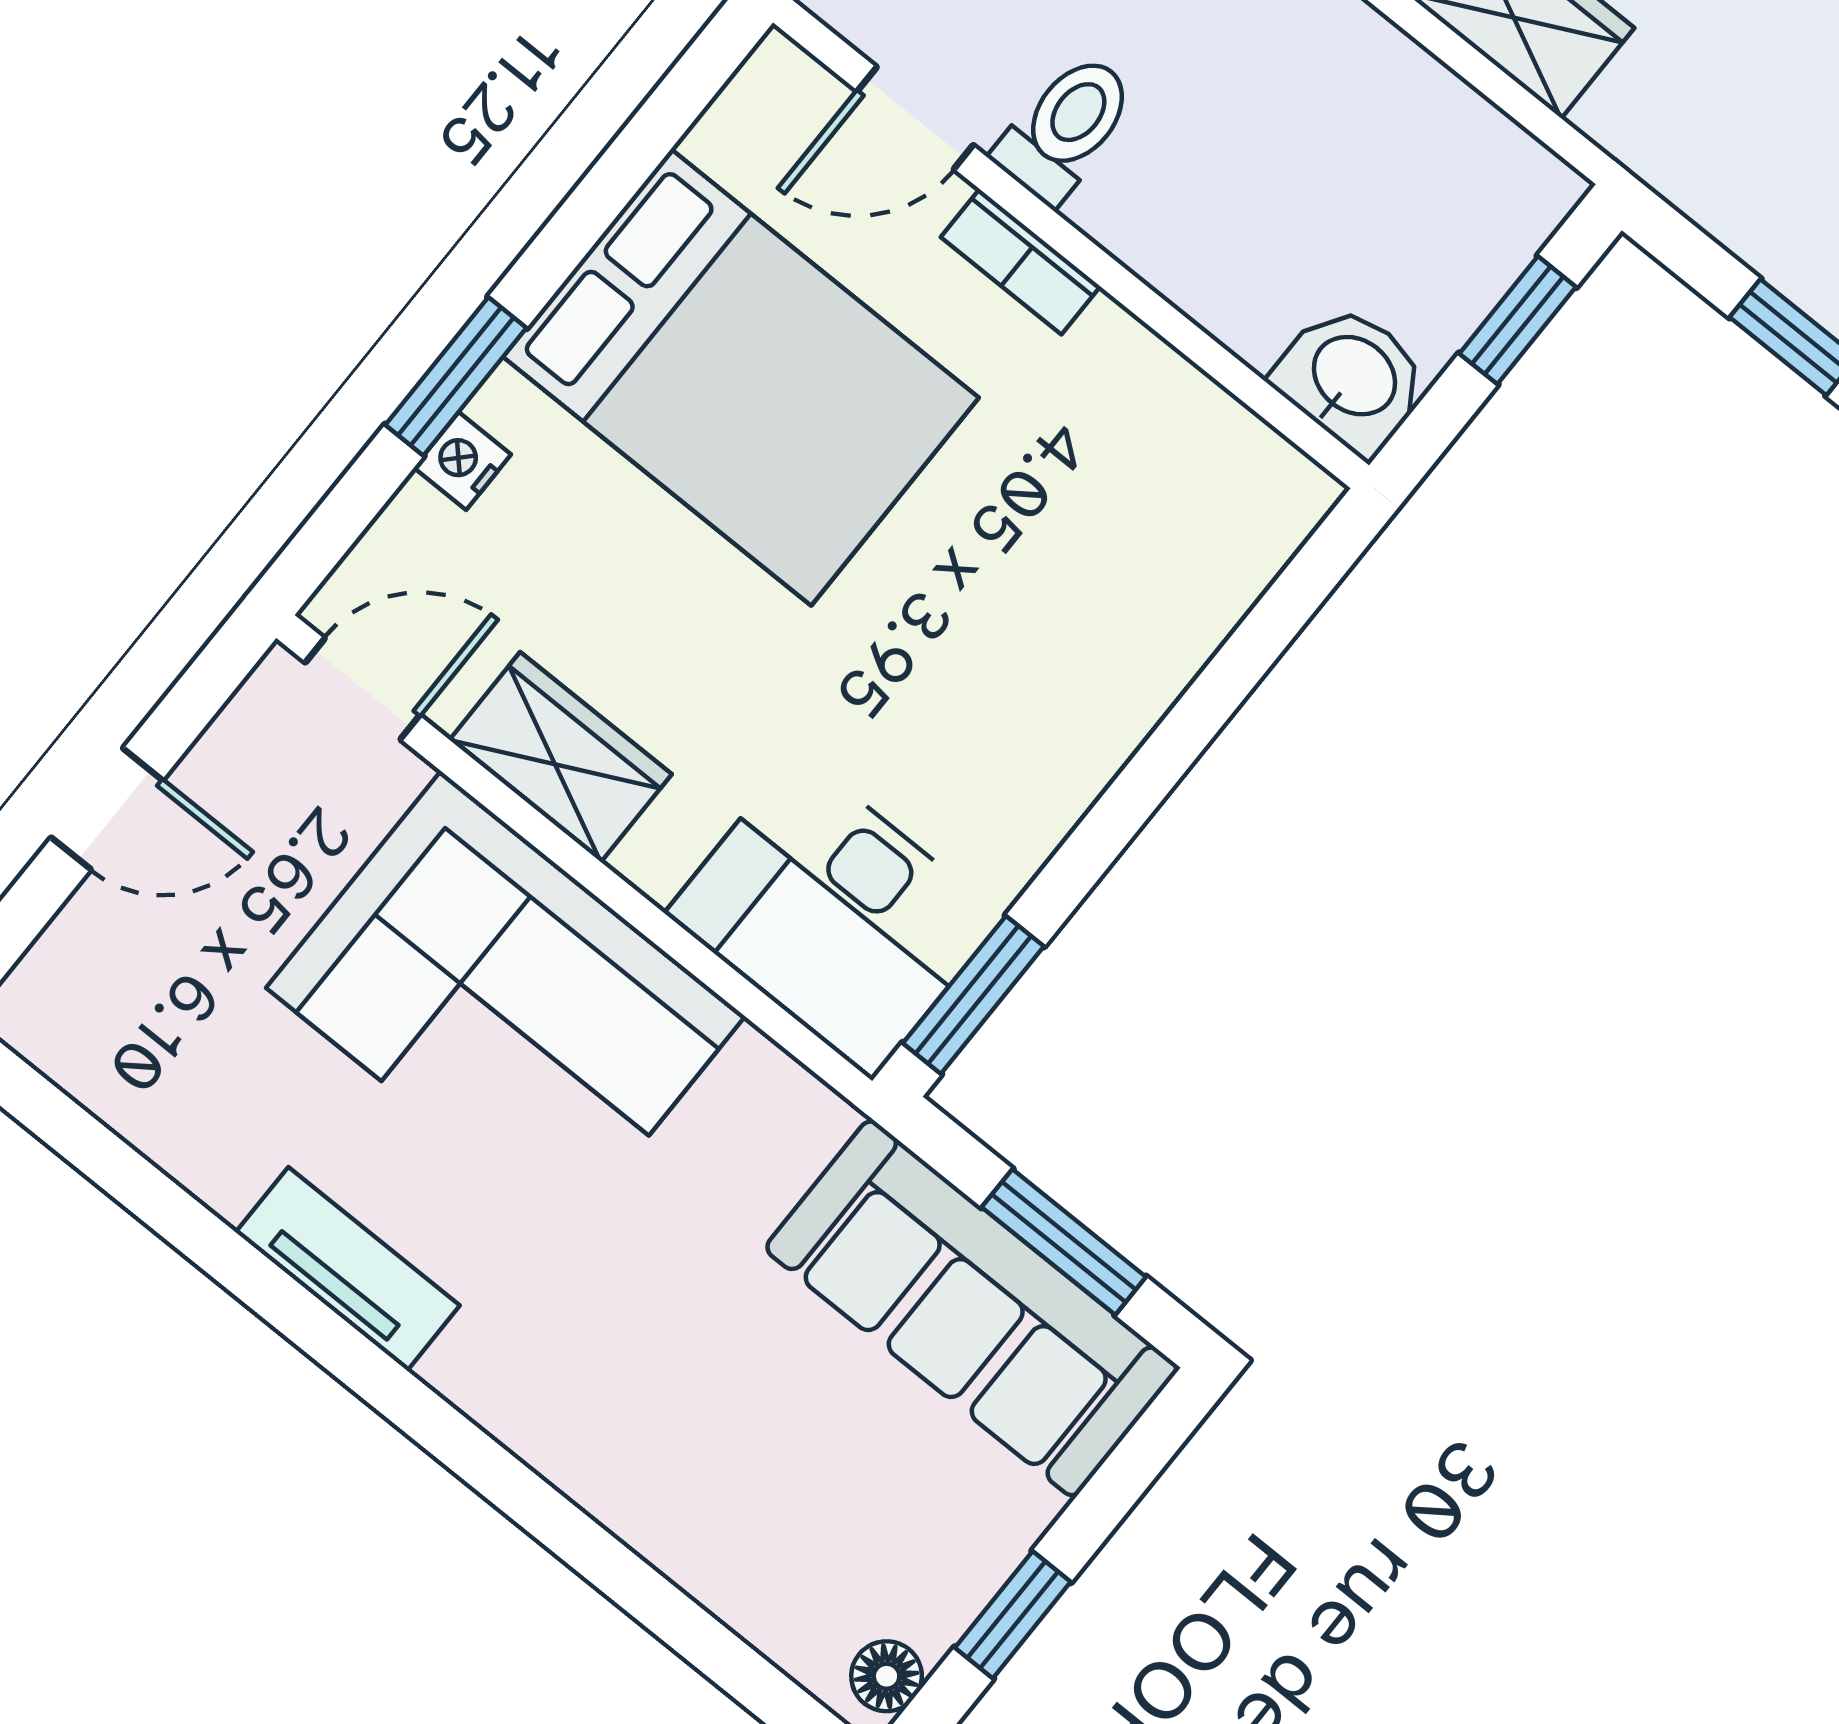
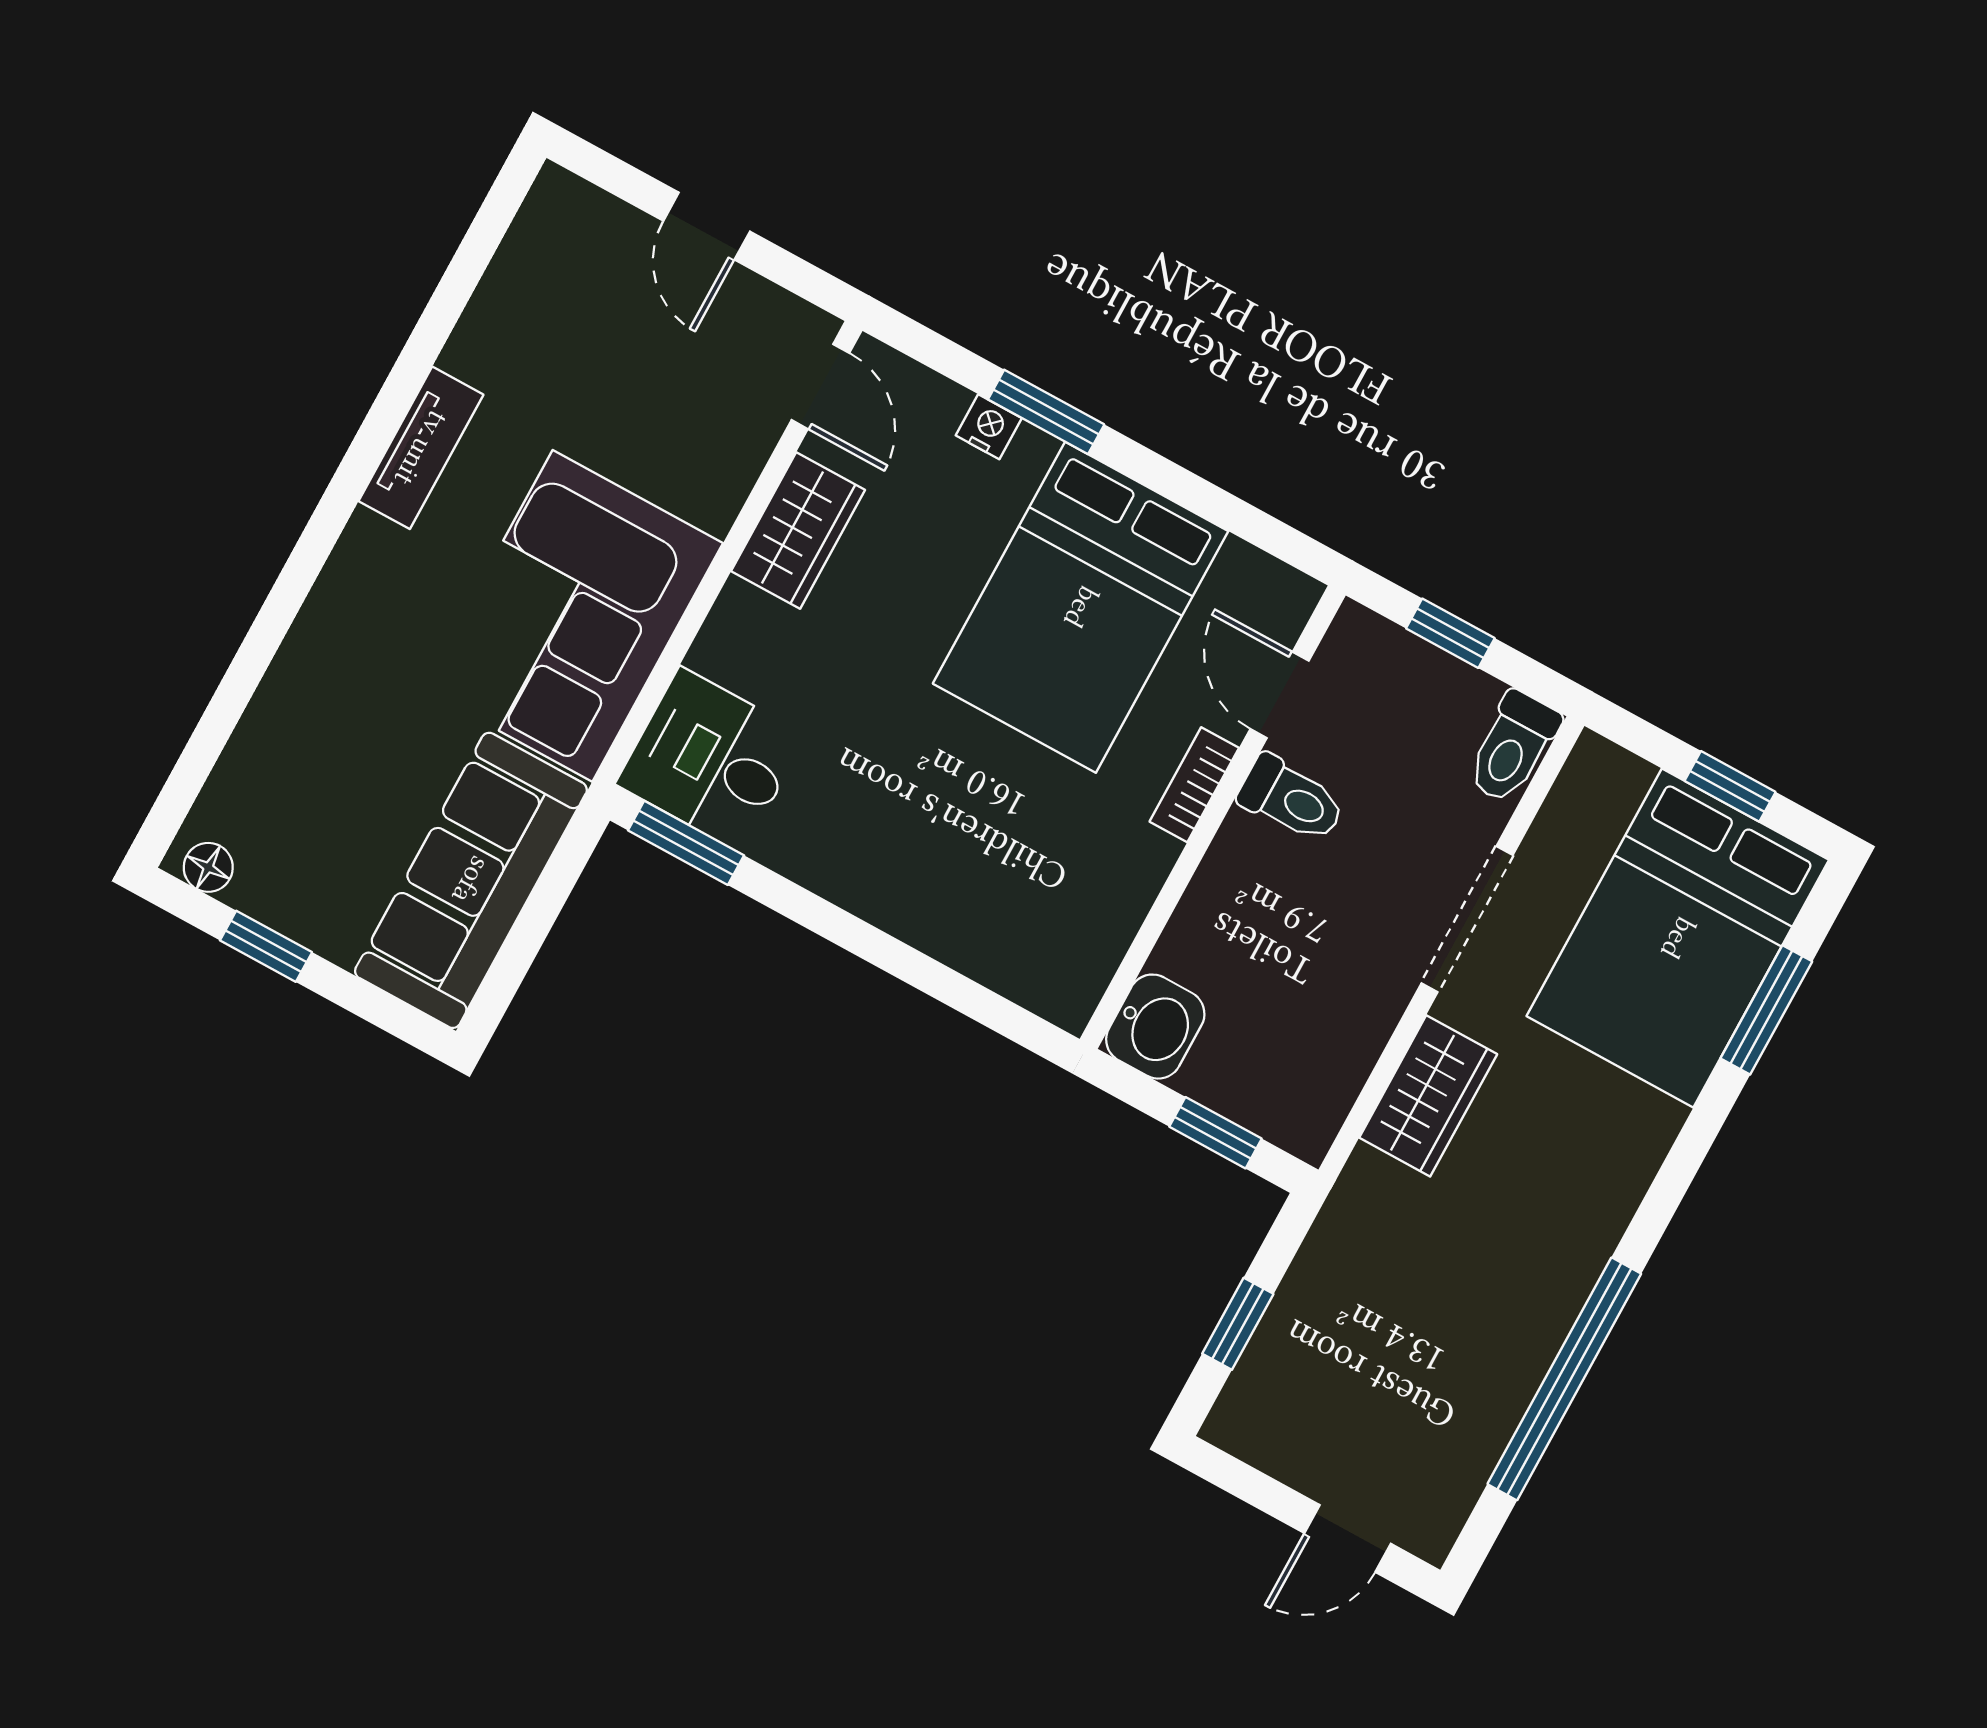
desk: (834, 915) -> (711, 760), width x0.73
corner sofa: (505, 1002) -> (573, 616), moved
window: (1064, 1242) -> (528, 935), removed

